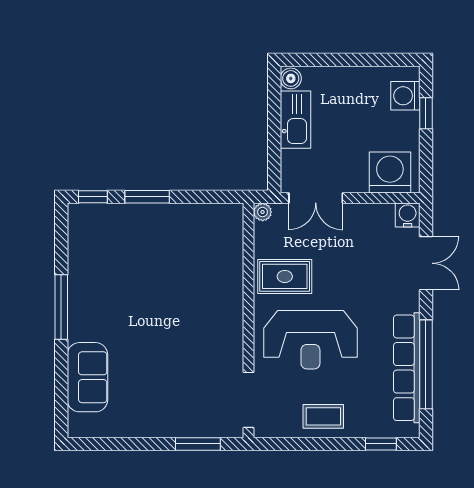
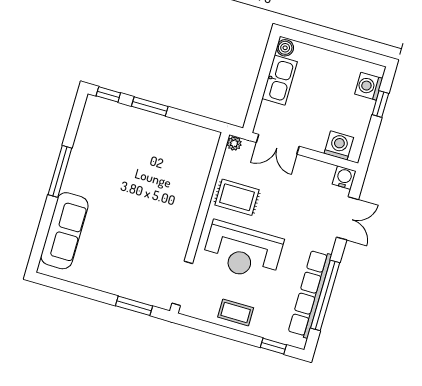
washing machine: (390, 172) -> (339, 145), width x0.73, depth x0.73
sofa: (87, 377) -> (64, 231), width x1.36

